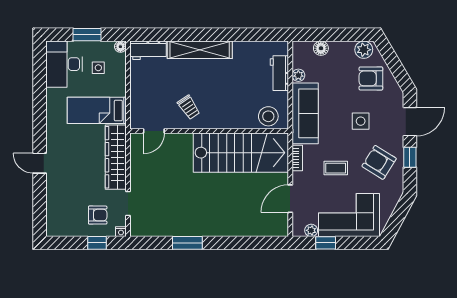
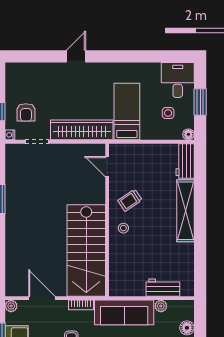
desk: (64, 64) -> (178, 80), width x0.73
stool: (268, 116) -> (123, 228), moved, width x0.53, depth x0.53
plant: (311, 230) -> (11, 306), moved

